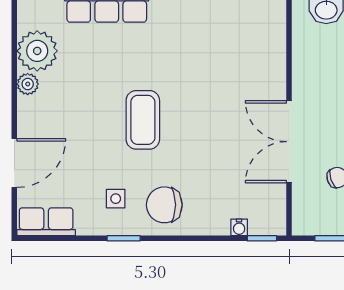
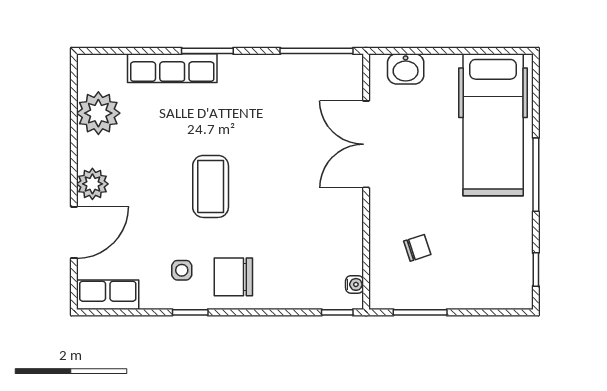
plant: (28, 84) -> (92, 184), moved, width x1.38, depth x1.38
double door: (289, 142) -> (366, 144), moved
water cooler: (239, 227) -> (354, 284), moved, turned -90

